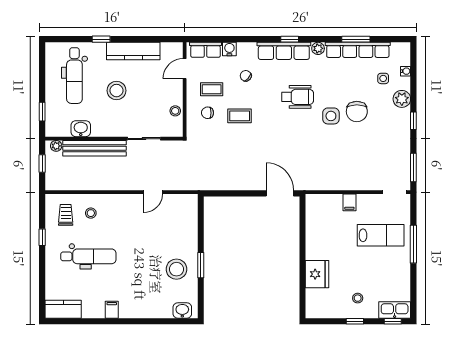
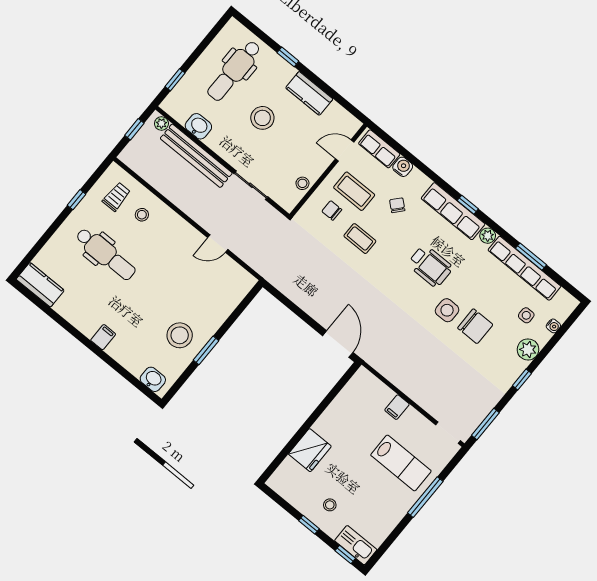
kitchen counter: (133, 51) -> (309, 93), width x0.67
coffee table: (212, 89) -> (354, 191), width x1.36, depth x1.30
chair: (357, 112) -> (475, 326), turned -90
filing cabinet: (112, 310) -> (103, 337), moved

